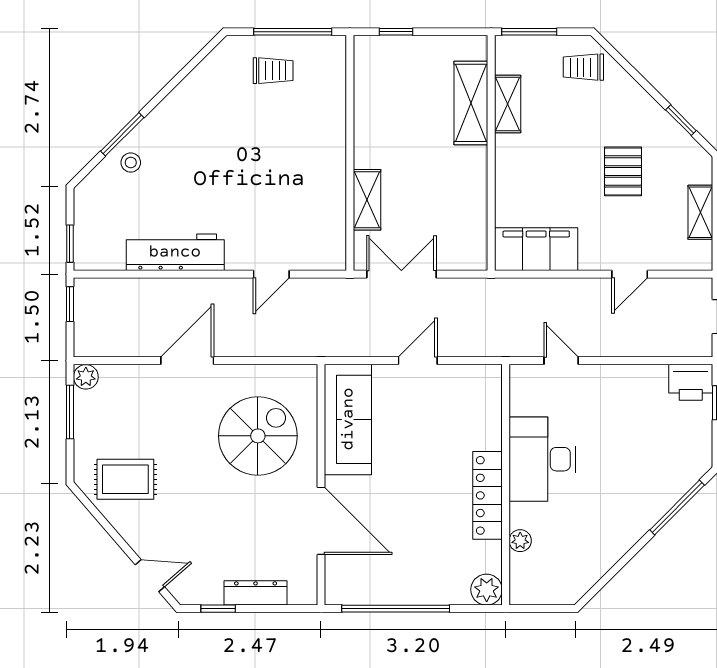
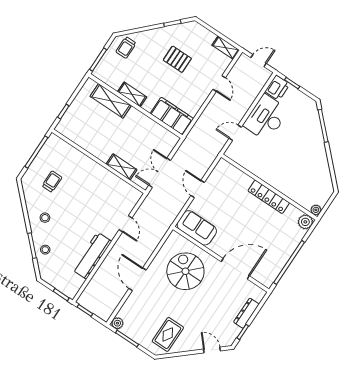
trolley: (273, 71) -> (52, 182), moved
shelving: (508, 104) -> (132, 94), moved
stool: (187, 124) -> (45, 218), added
shelving: (700, 212) -> (226, 48), moved
filing cabinet: (536, 249) -> (172, 116), moved, turned 90
sofa: (348, 419) -> (197, 228), width x0.73
desk: (542, 459) -> (266, 118), moved, turned 90
plant: (520, 541) -> (316, 210), moved
door: (150, 576) -> (212, 350), hinge flipped

